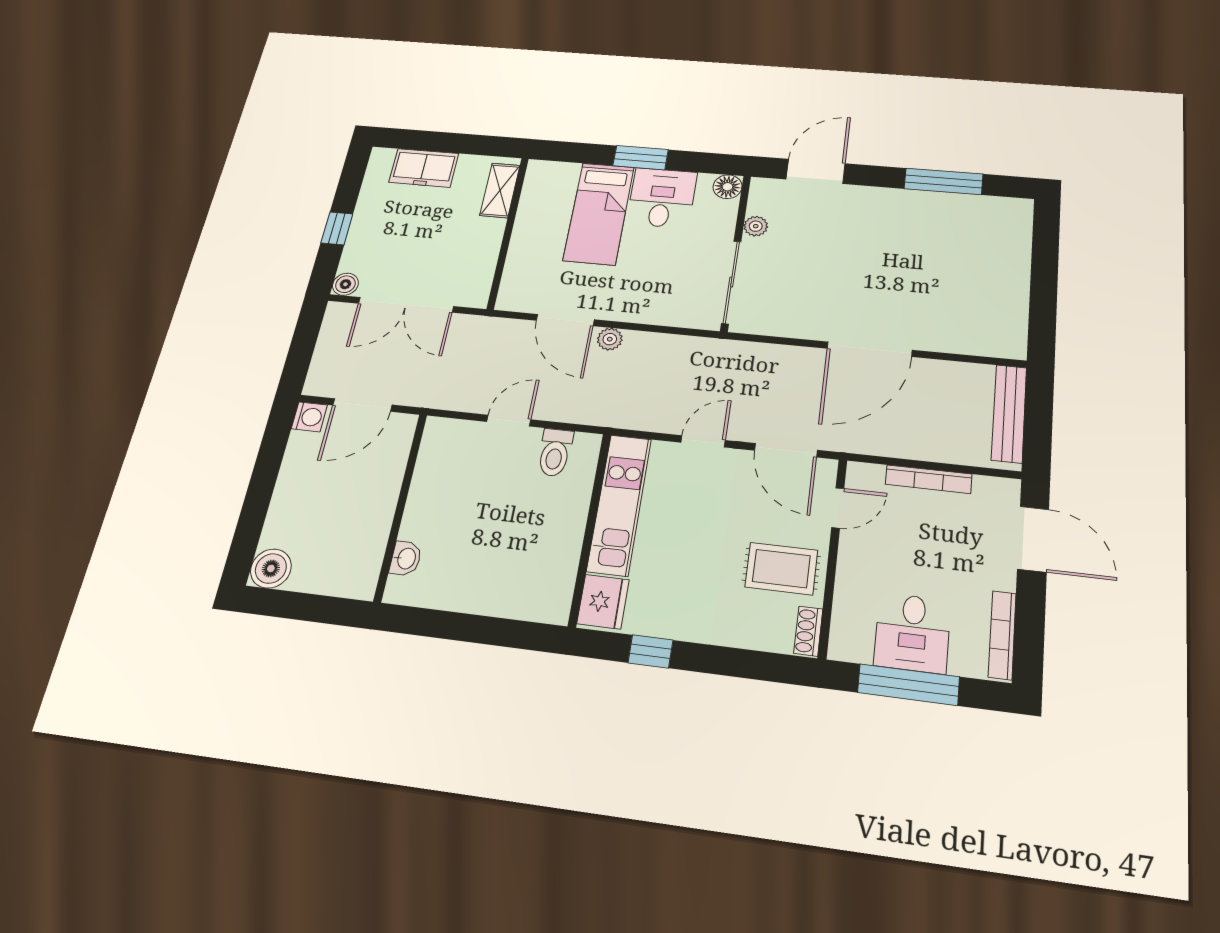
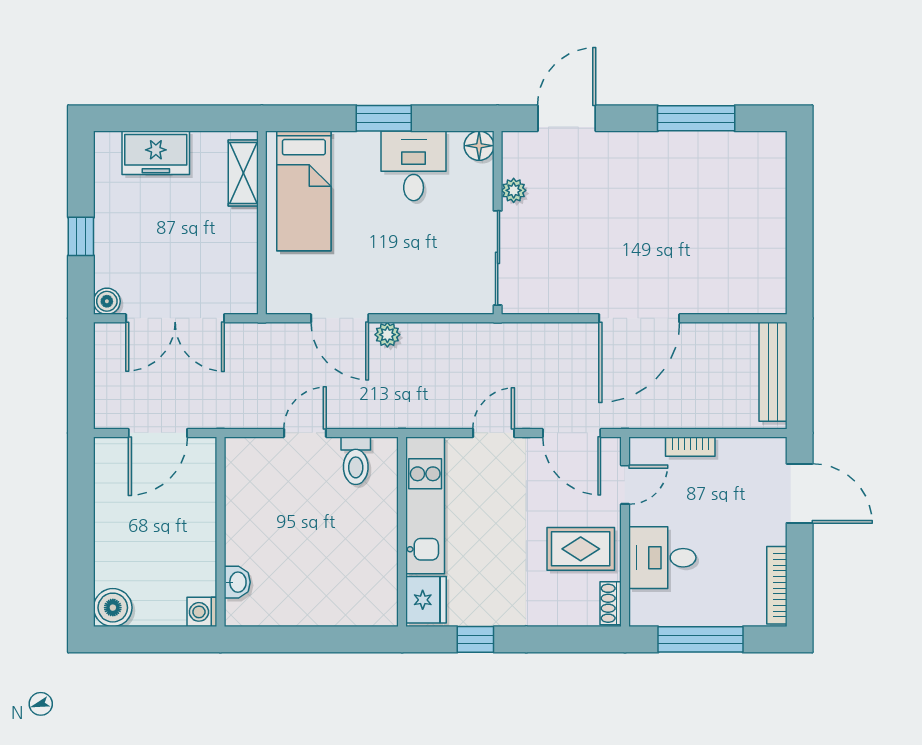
bed: (599, 213) -> (304, 191), moved
washing machine: (309, 417) -> (202, 612), moved, turned 180
bookcase: (929, 479) -> (690, 447), width x0.64
desk: (912, 633) -> (662, 558), moved, turned 90

